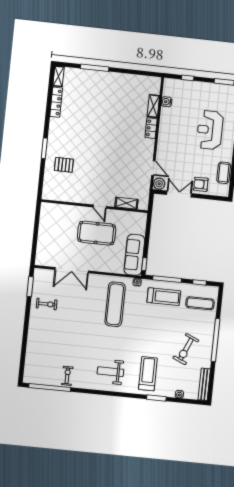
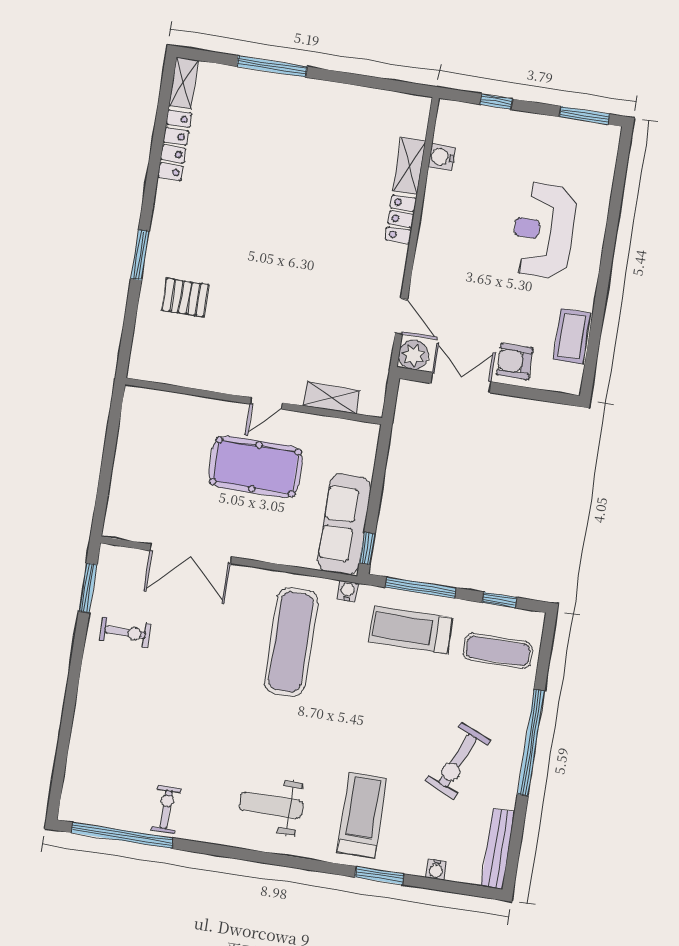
door: (100, 207) -> (266, 403), hinge flipped
treadmill: (164, 297) -> (410, 630), turned 180

